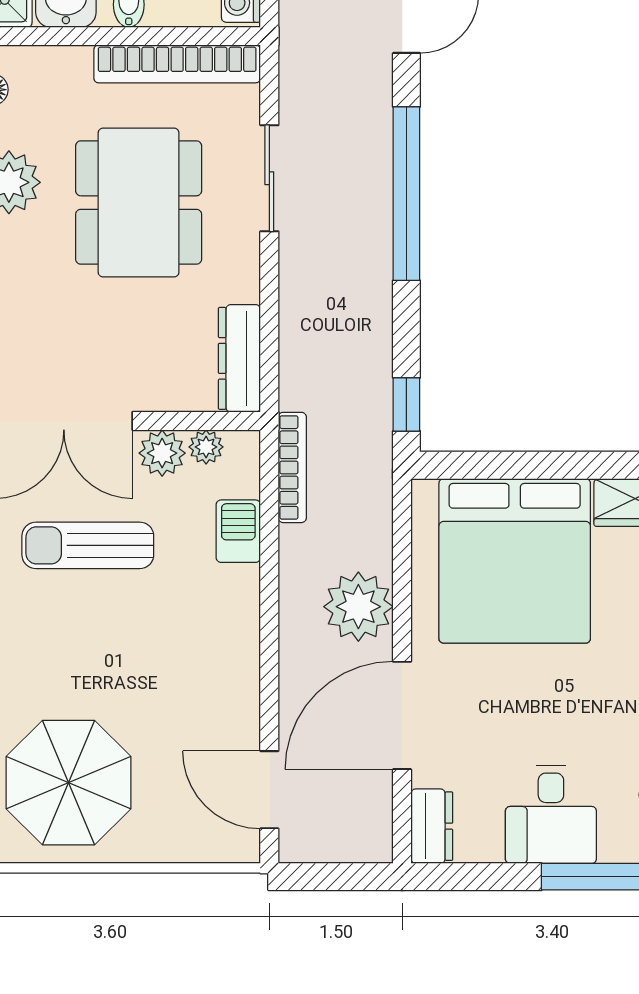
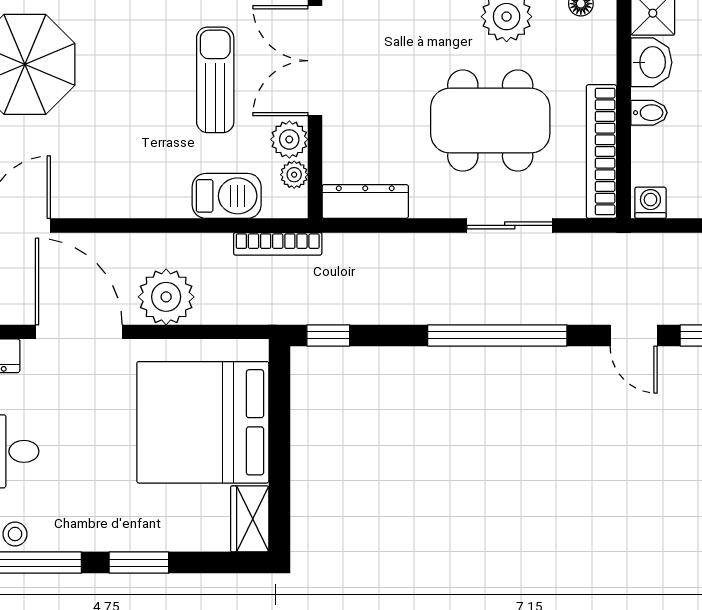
barbecue: (238, 531) -> (227, 196), width x1.38, depth x1.27

